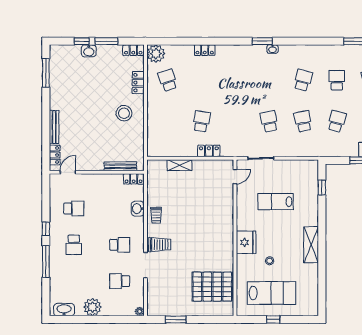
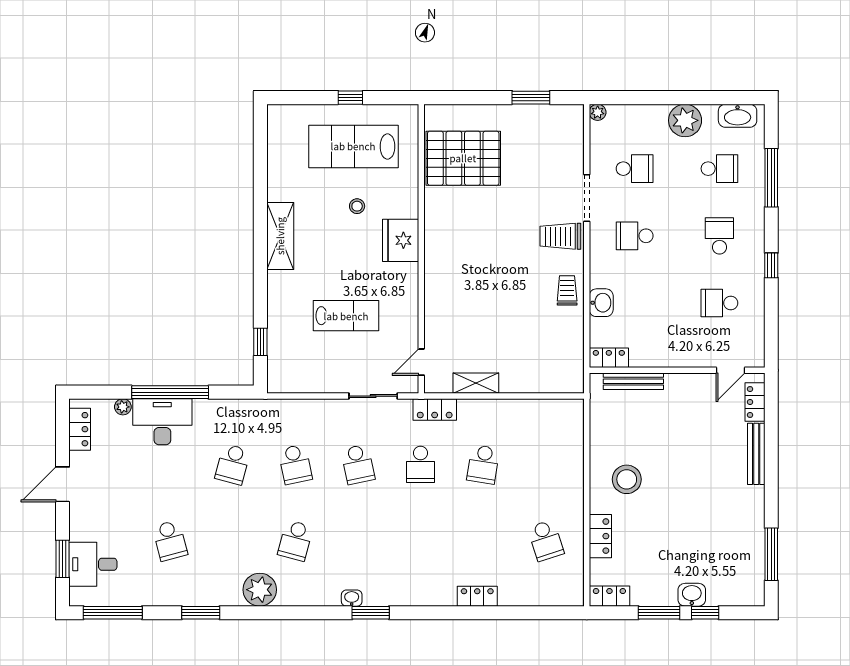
plant: (156, 54) -> (260, 590), moved
school desk: (337, 80) -> (421, 464), moved
locker: (209, 151) -> (435, 410), moved
shelving: (180, 165) -> (476, 383), moved
window: (46, 262) -> (771, 178), moved
school desk: (74, 281) -> (719, 169), added

